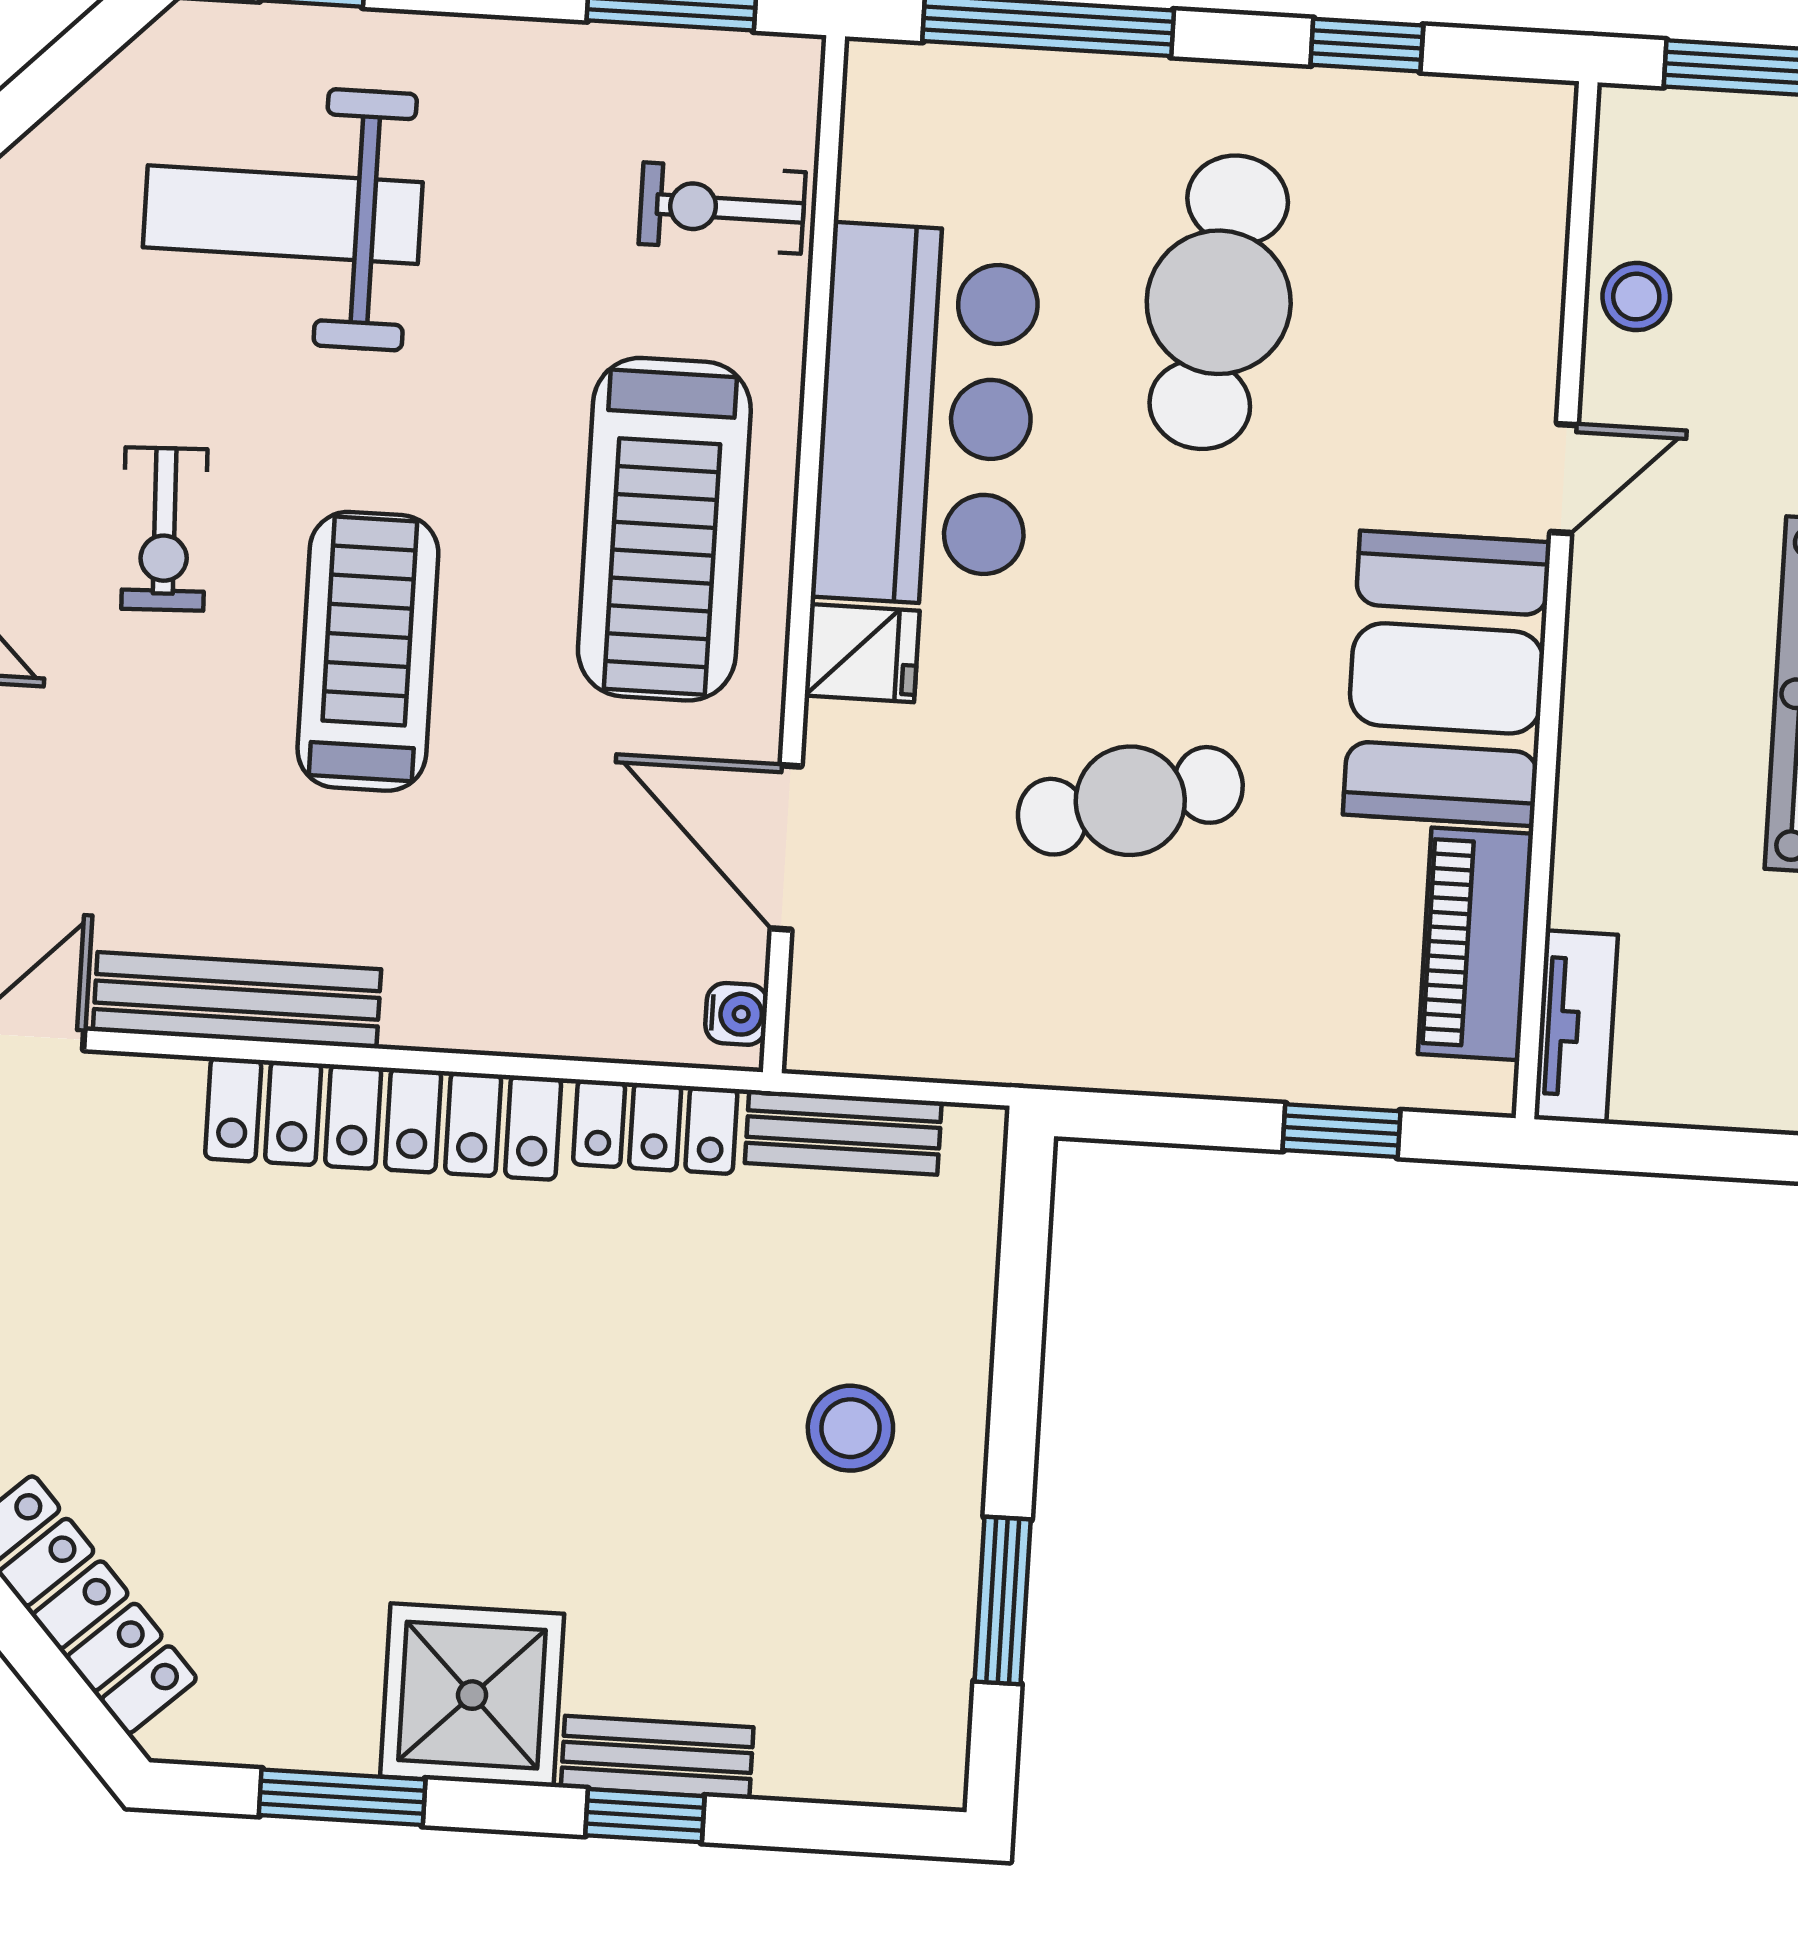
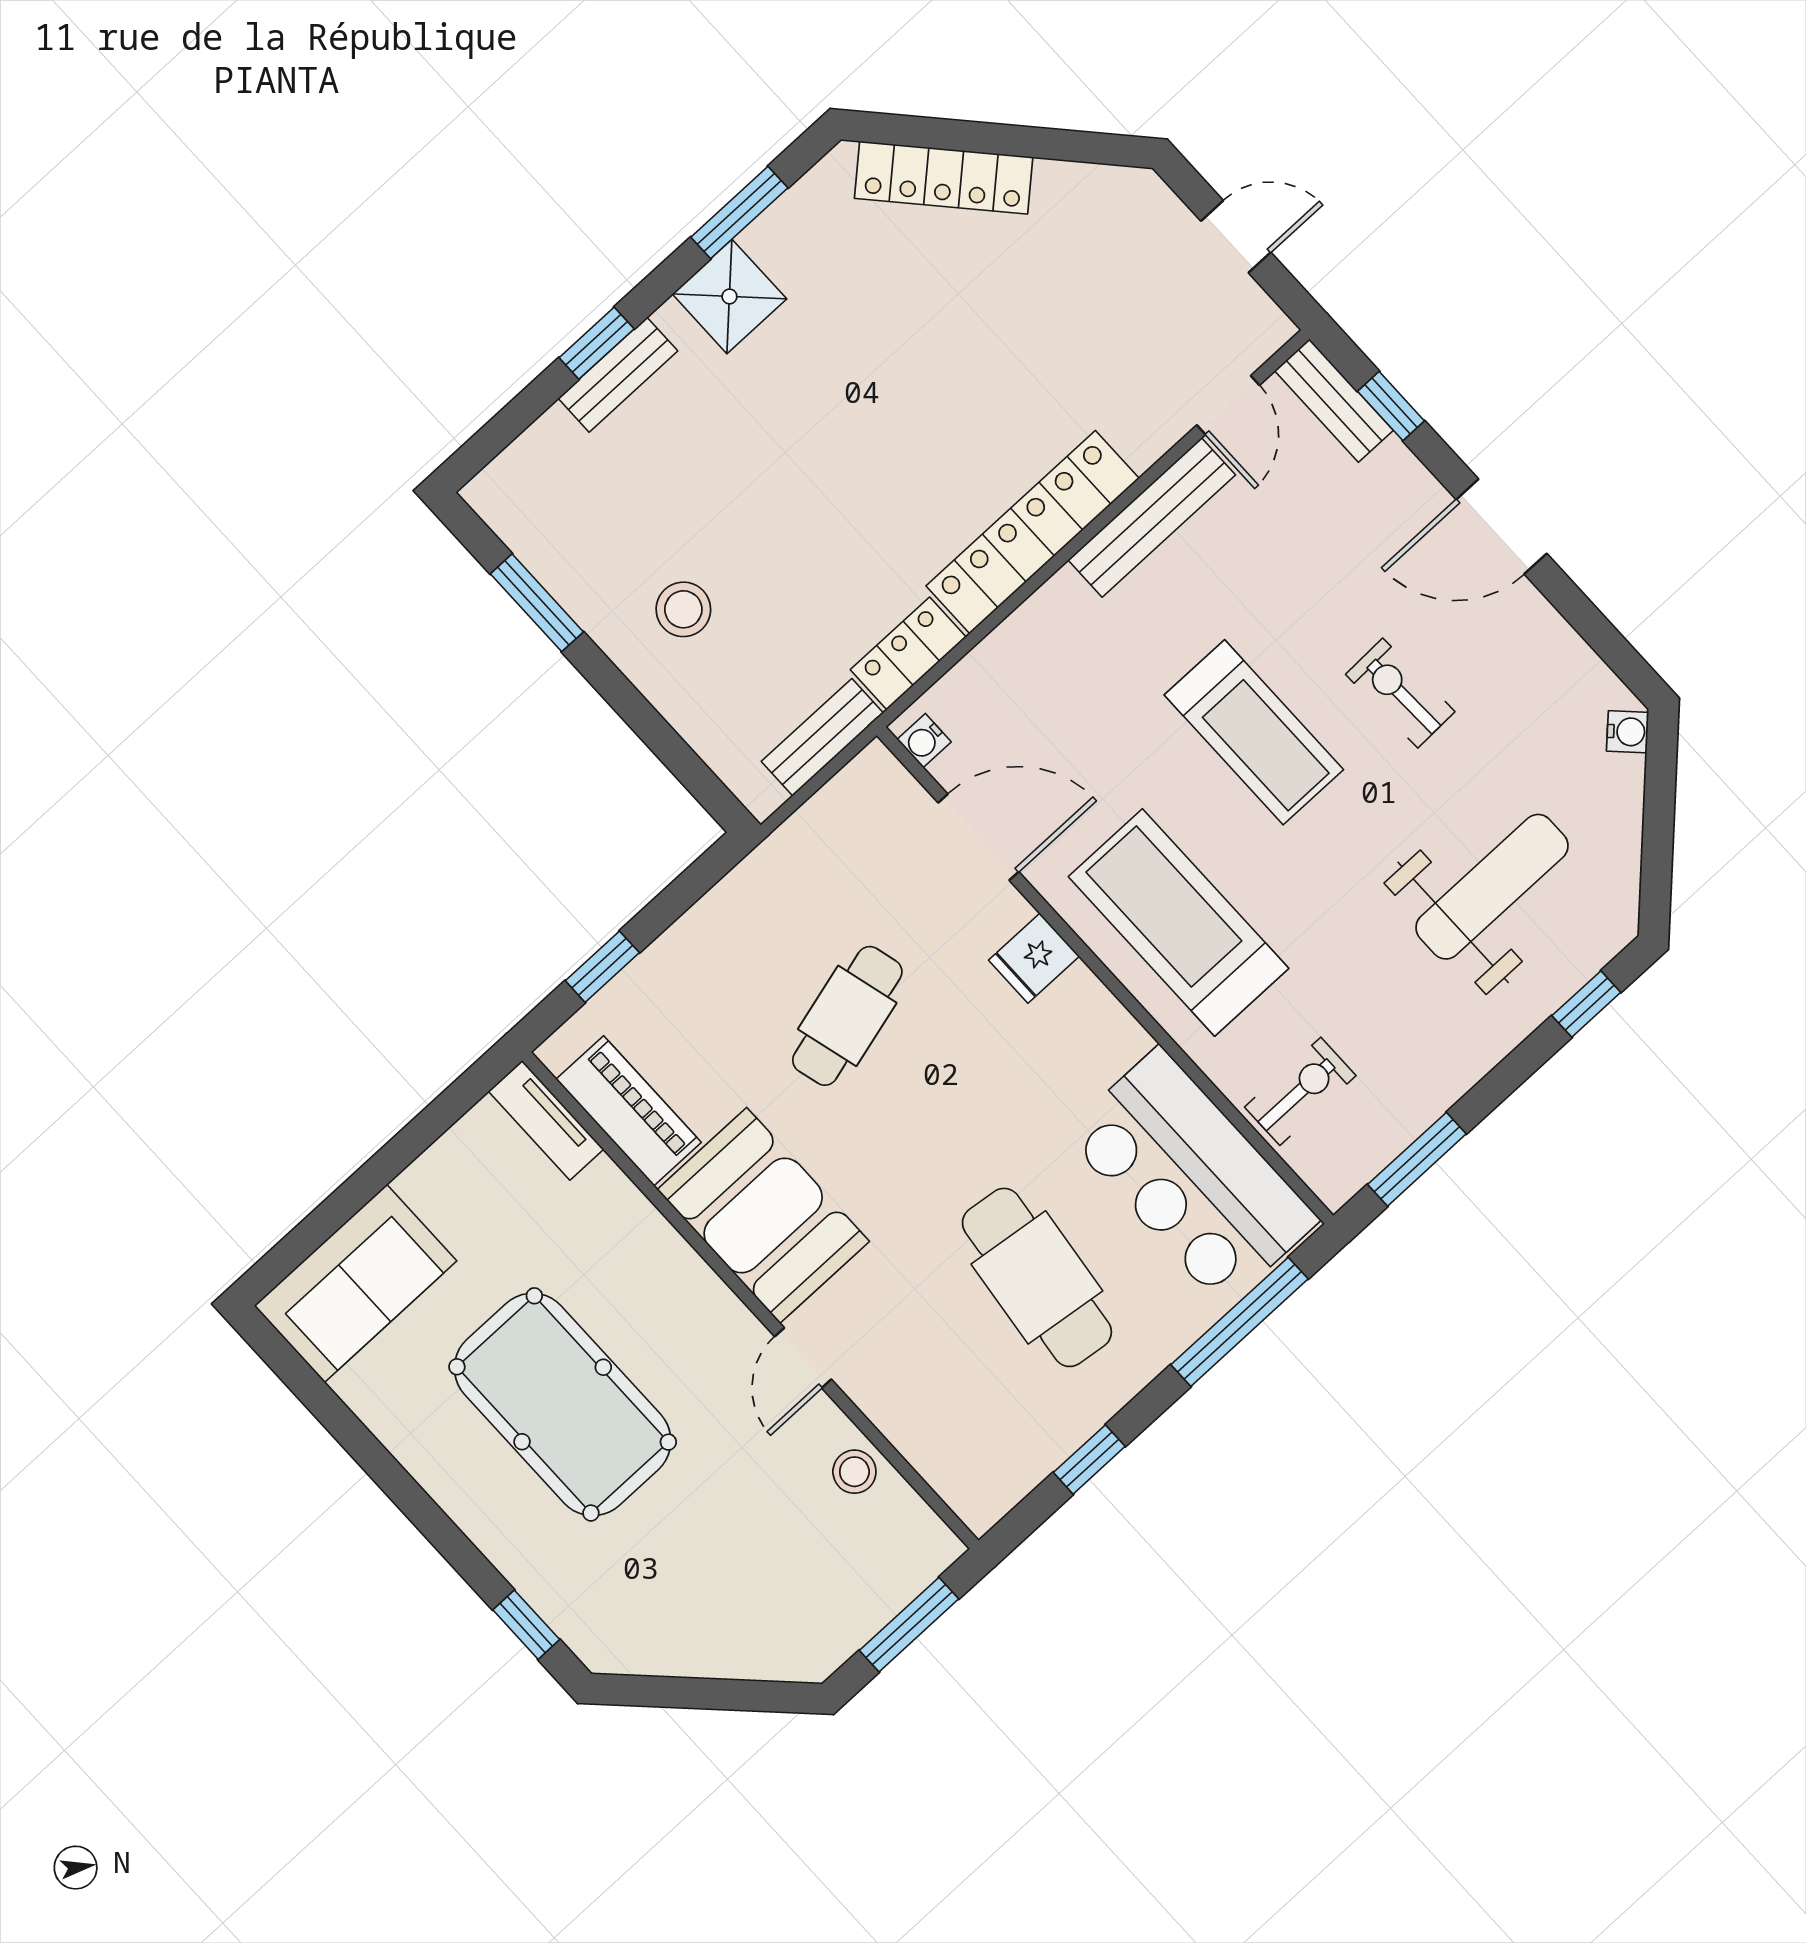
bar counter: (926, 416) -> (1191, 1177), moved
shower: (472, 1695) -> (729, 296), width x0.73, depth x0.73

